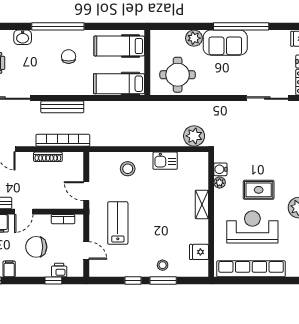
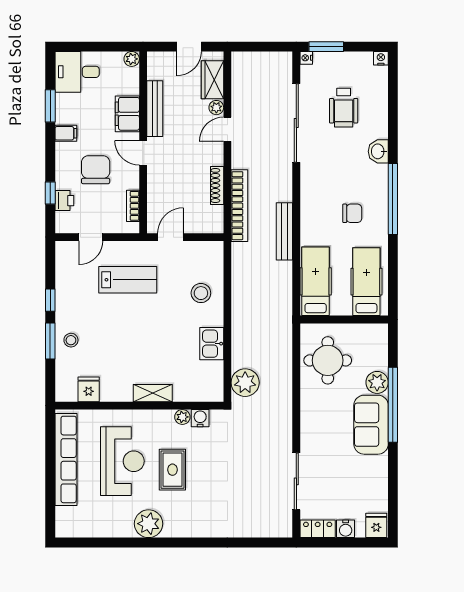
window: (241, 26) -> (393, 405), moved
bench: (62, 107) -> (284, 231), moved

